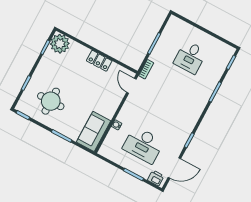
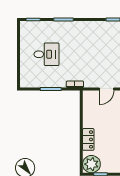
locker: (99, 61) -> (88, 139), moved
door: (131, 86) -> (107, 89), moved

